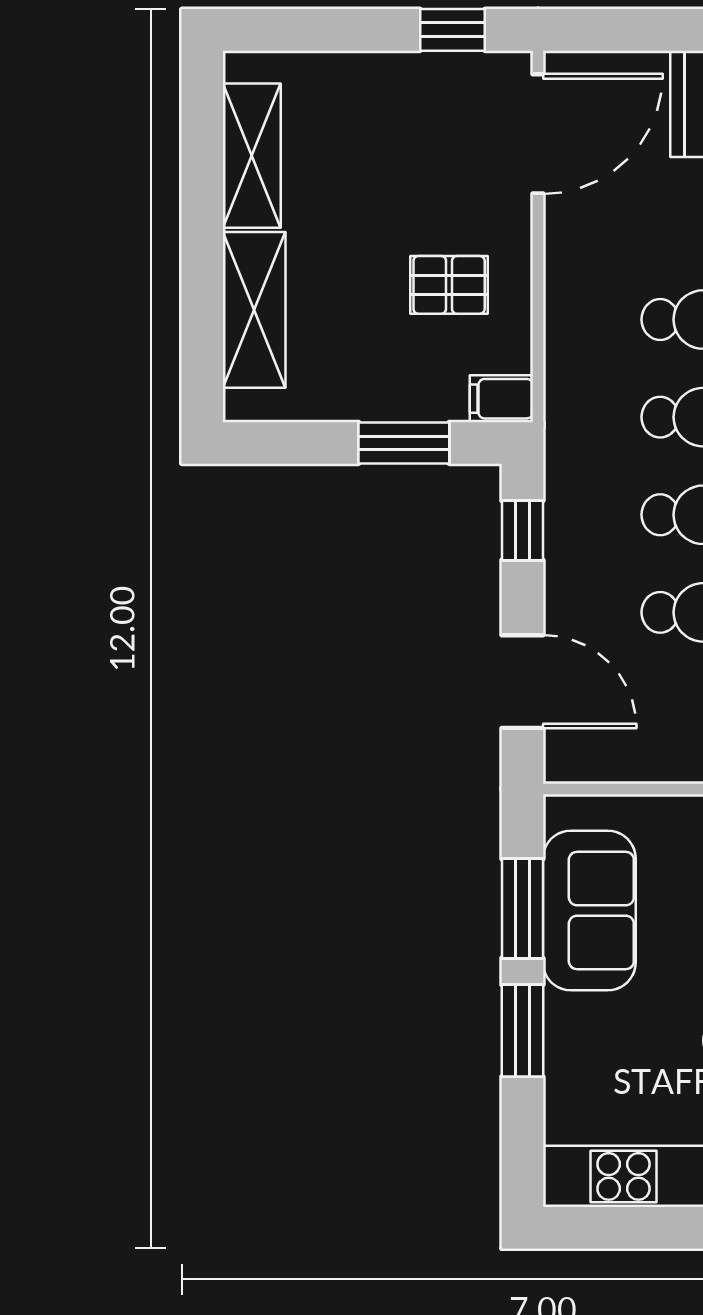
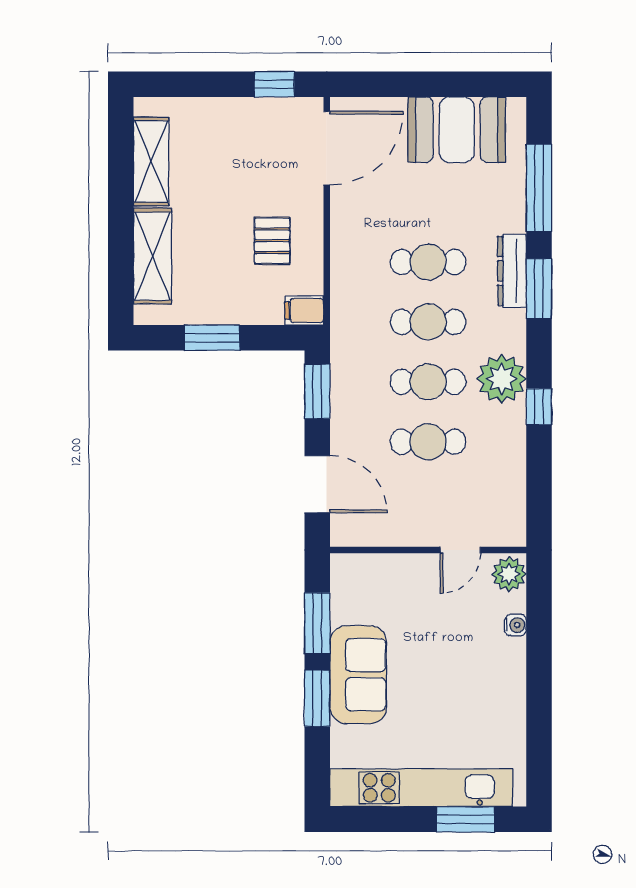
pallet: (449, 285) -> (272, 241), turned 90
window: (404, 443) -> (212, 338), moved
window: (522, 530) -> (317, 391), width x1.50
sofa: (589, 910) -> (358, 675), moved

